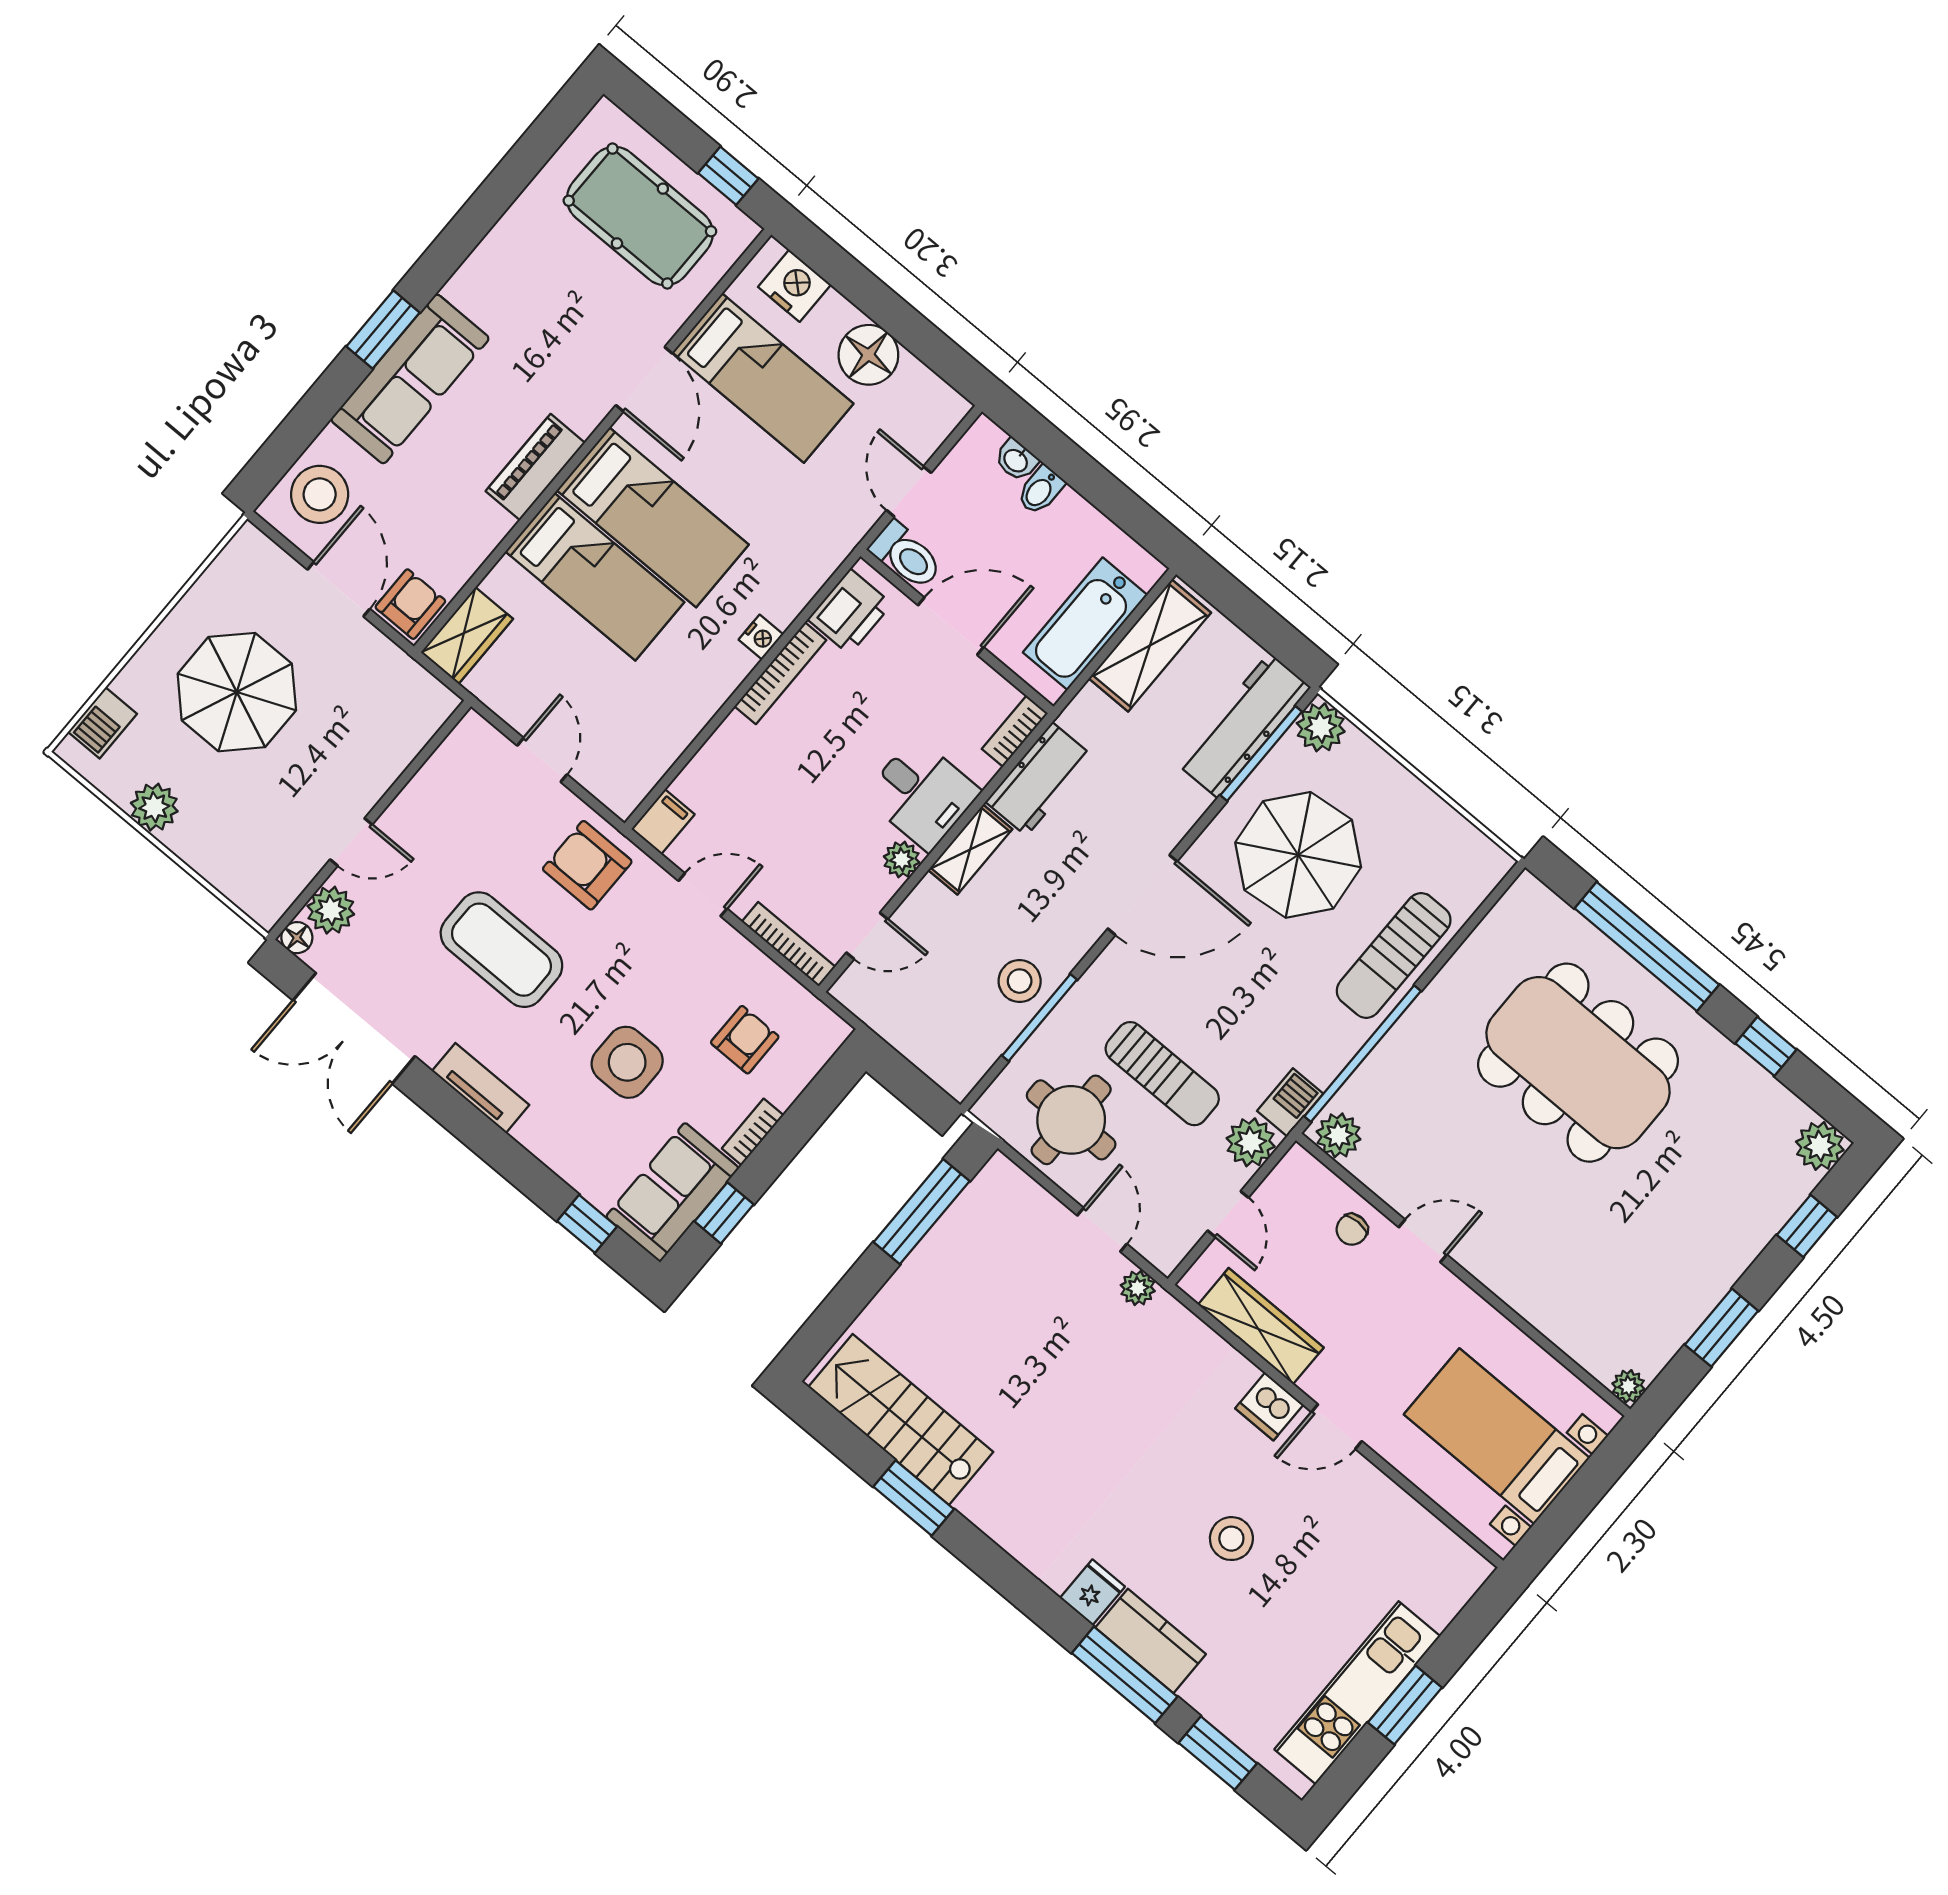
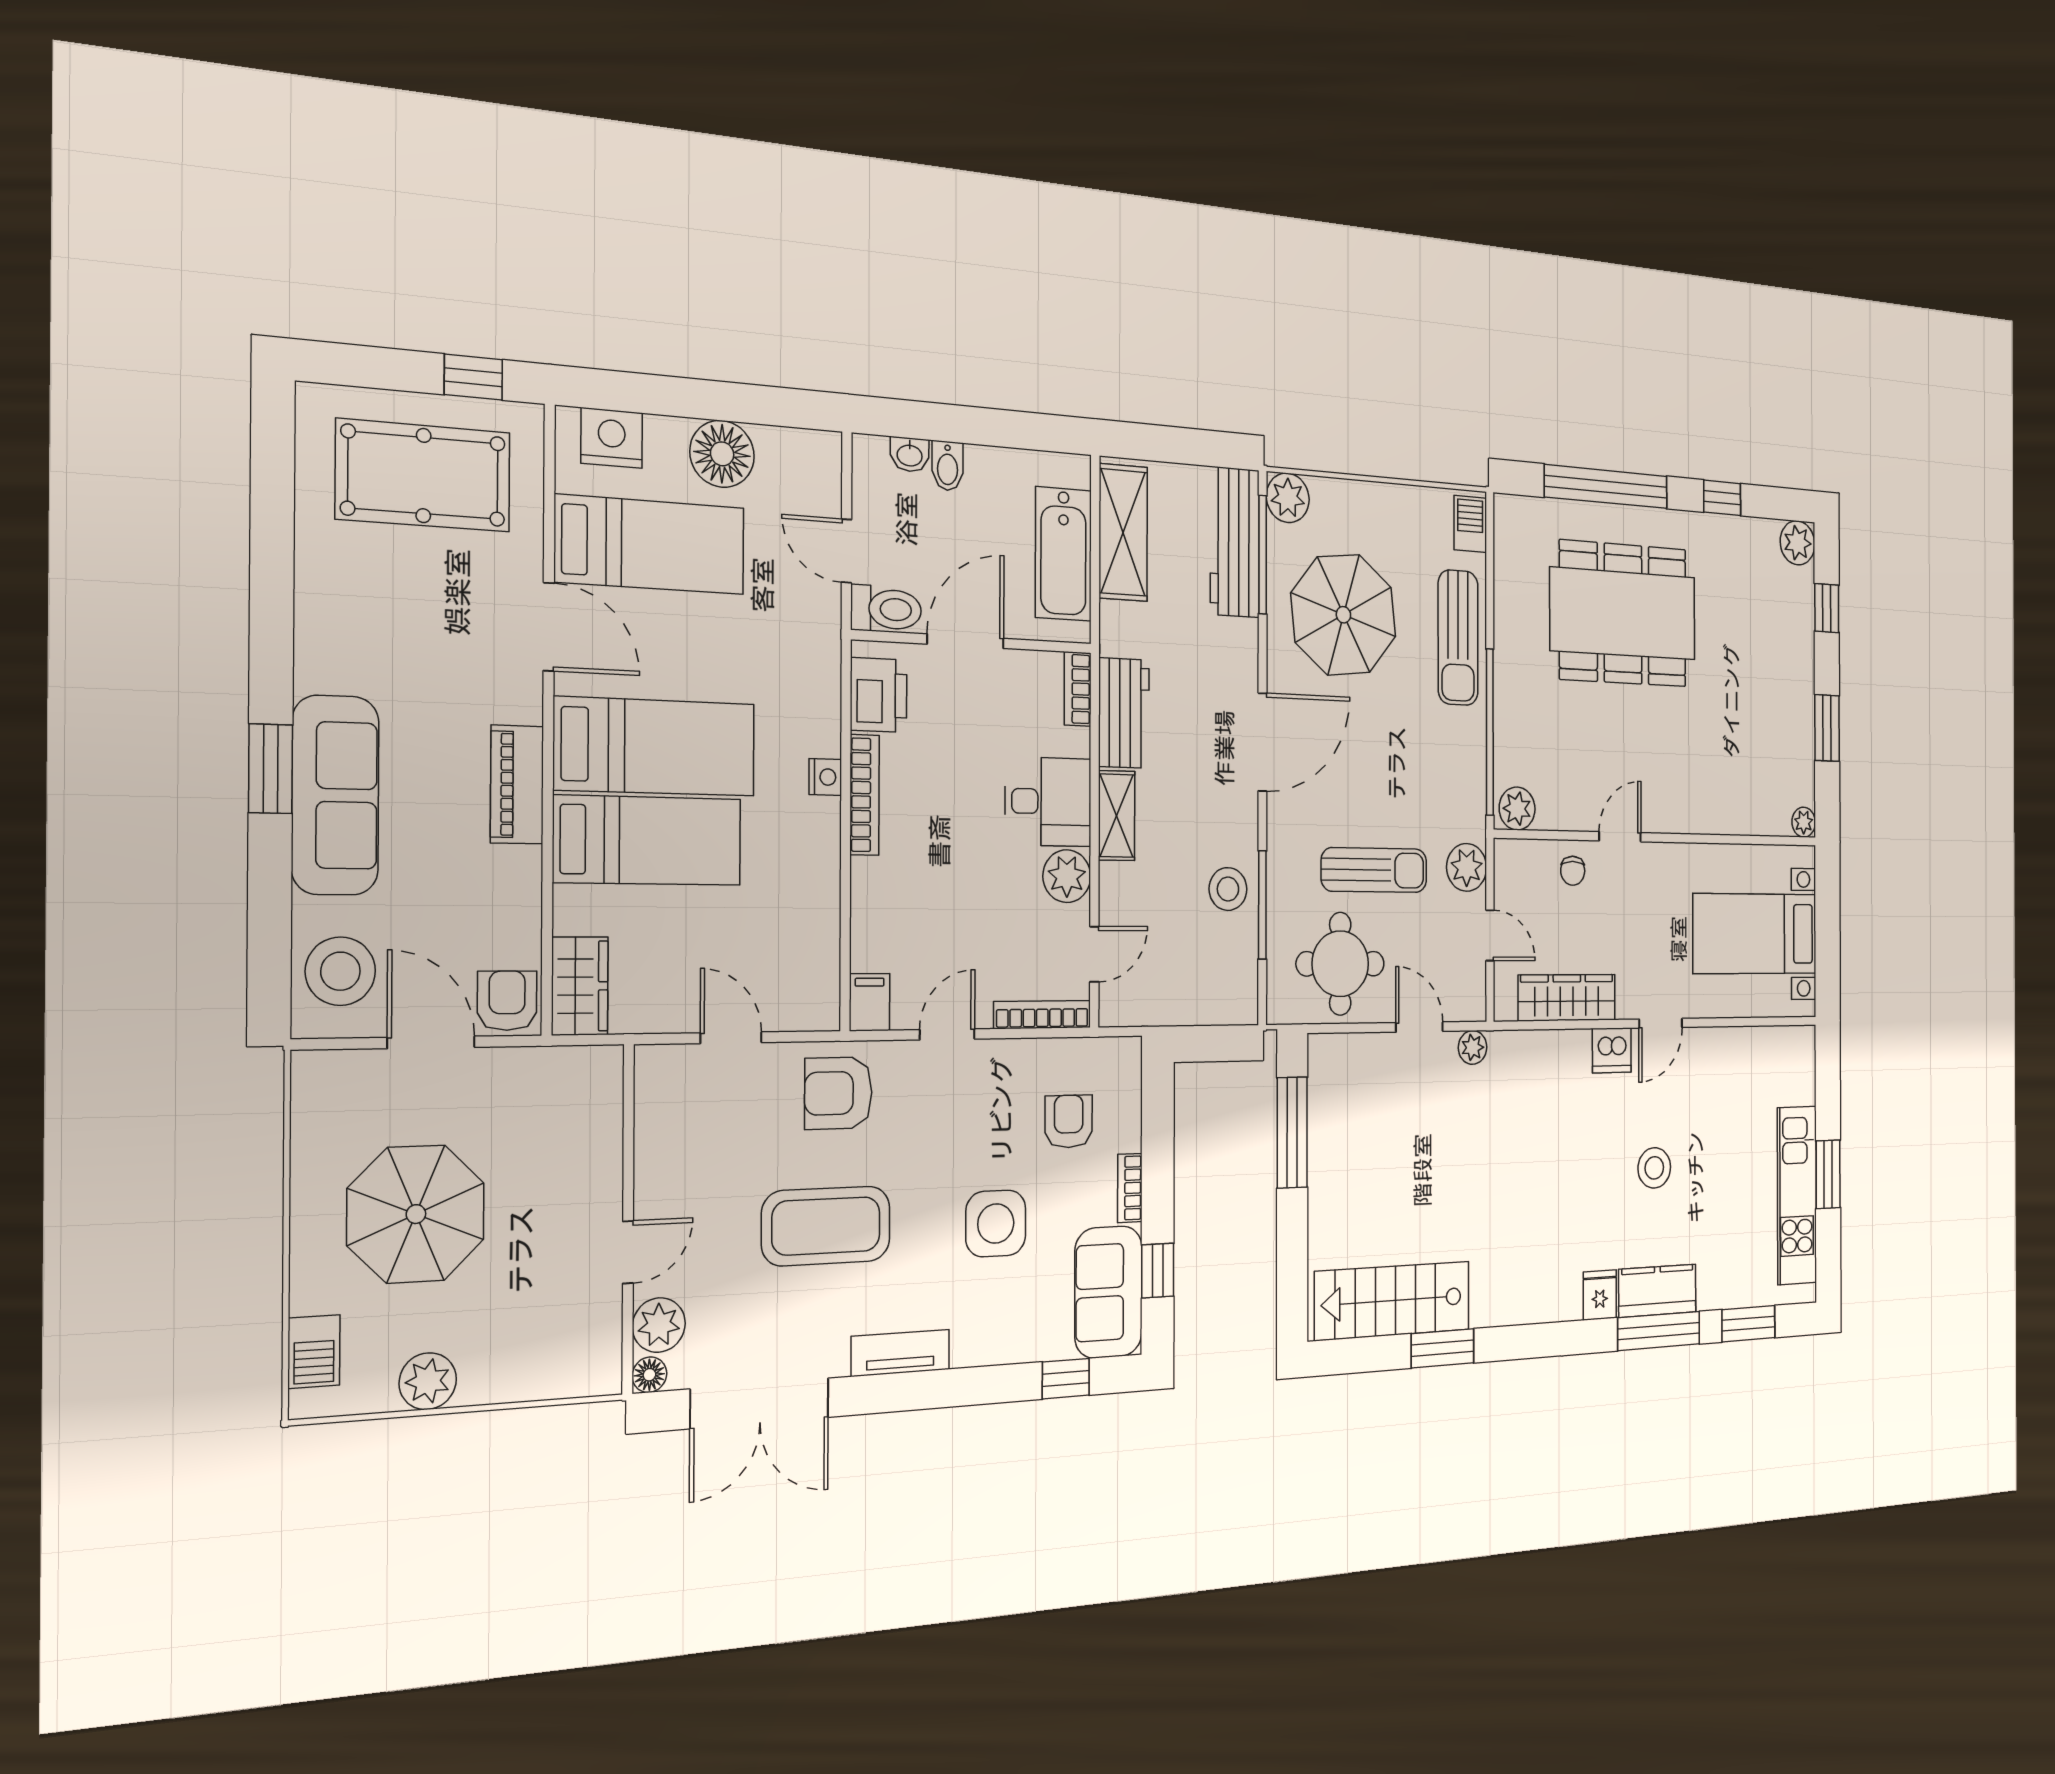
plant: (902, 860) -> (1067, 876), width x1.38, depth x1.38
barbecue: (1290, 1102) -> (1470, 524), moved

